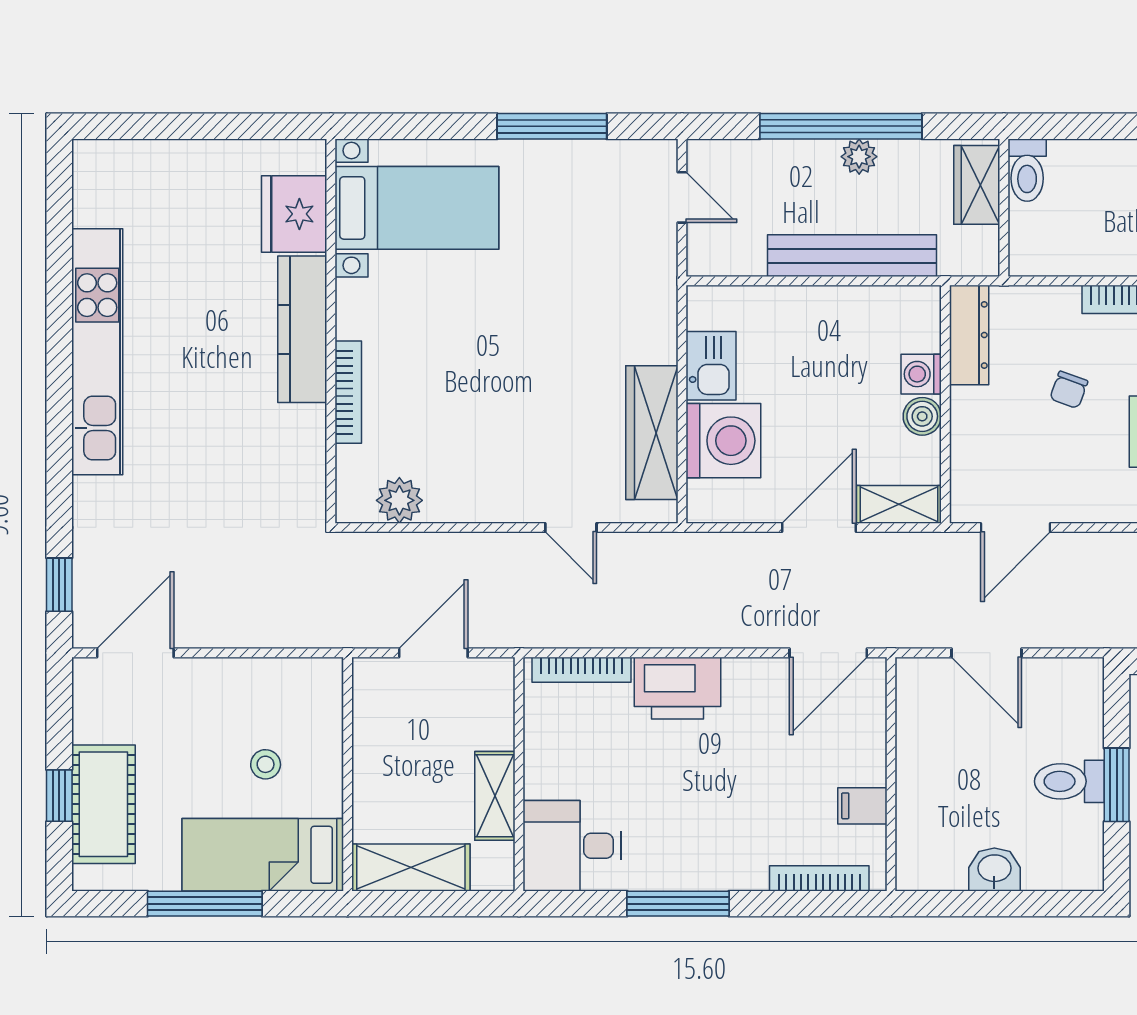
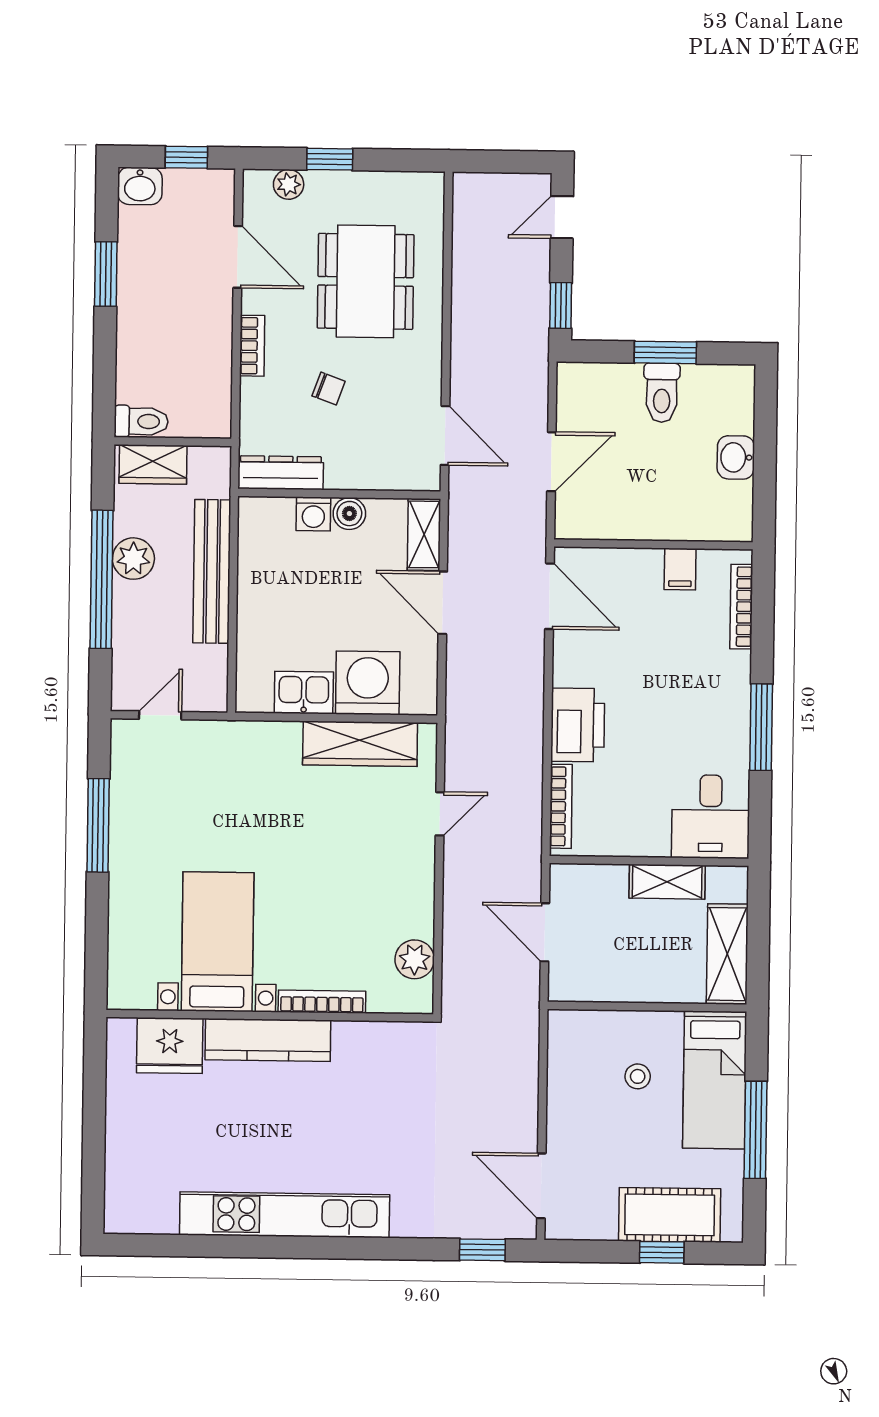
plant: (859, 157) -> (133, 559), width x1.38, depth x1.38
bed with nightstands: (417, 208) -> (218, 942), moved

